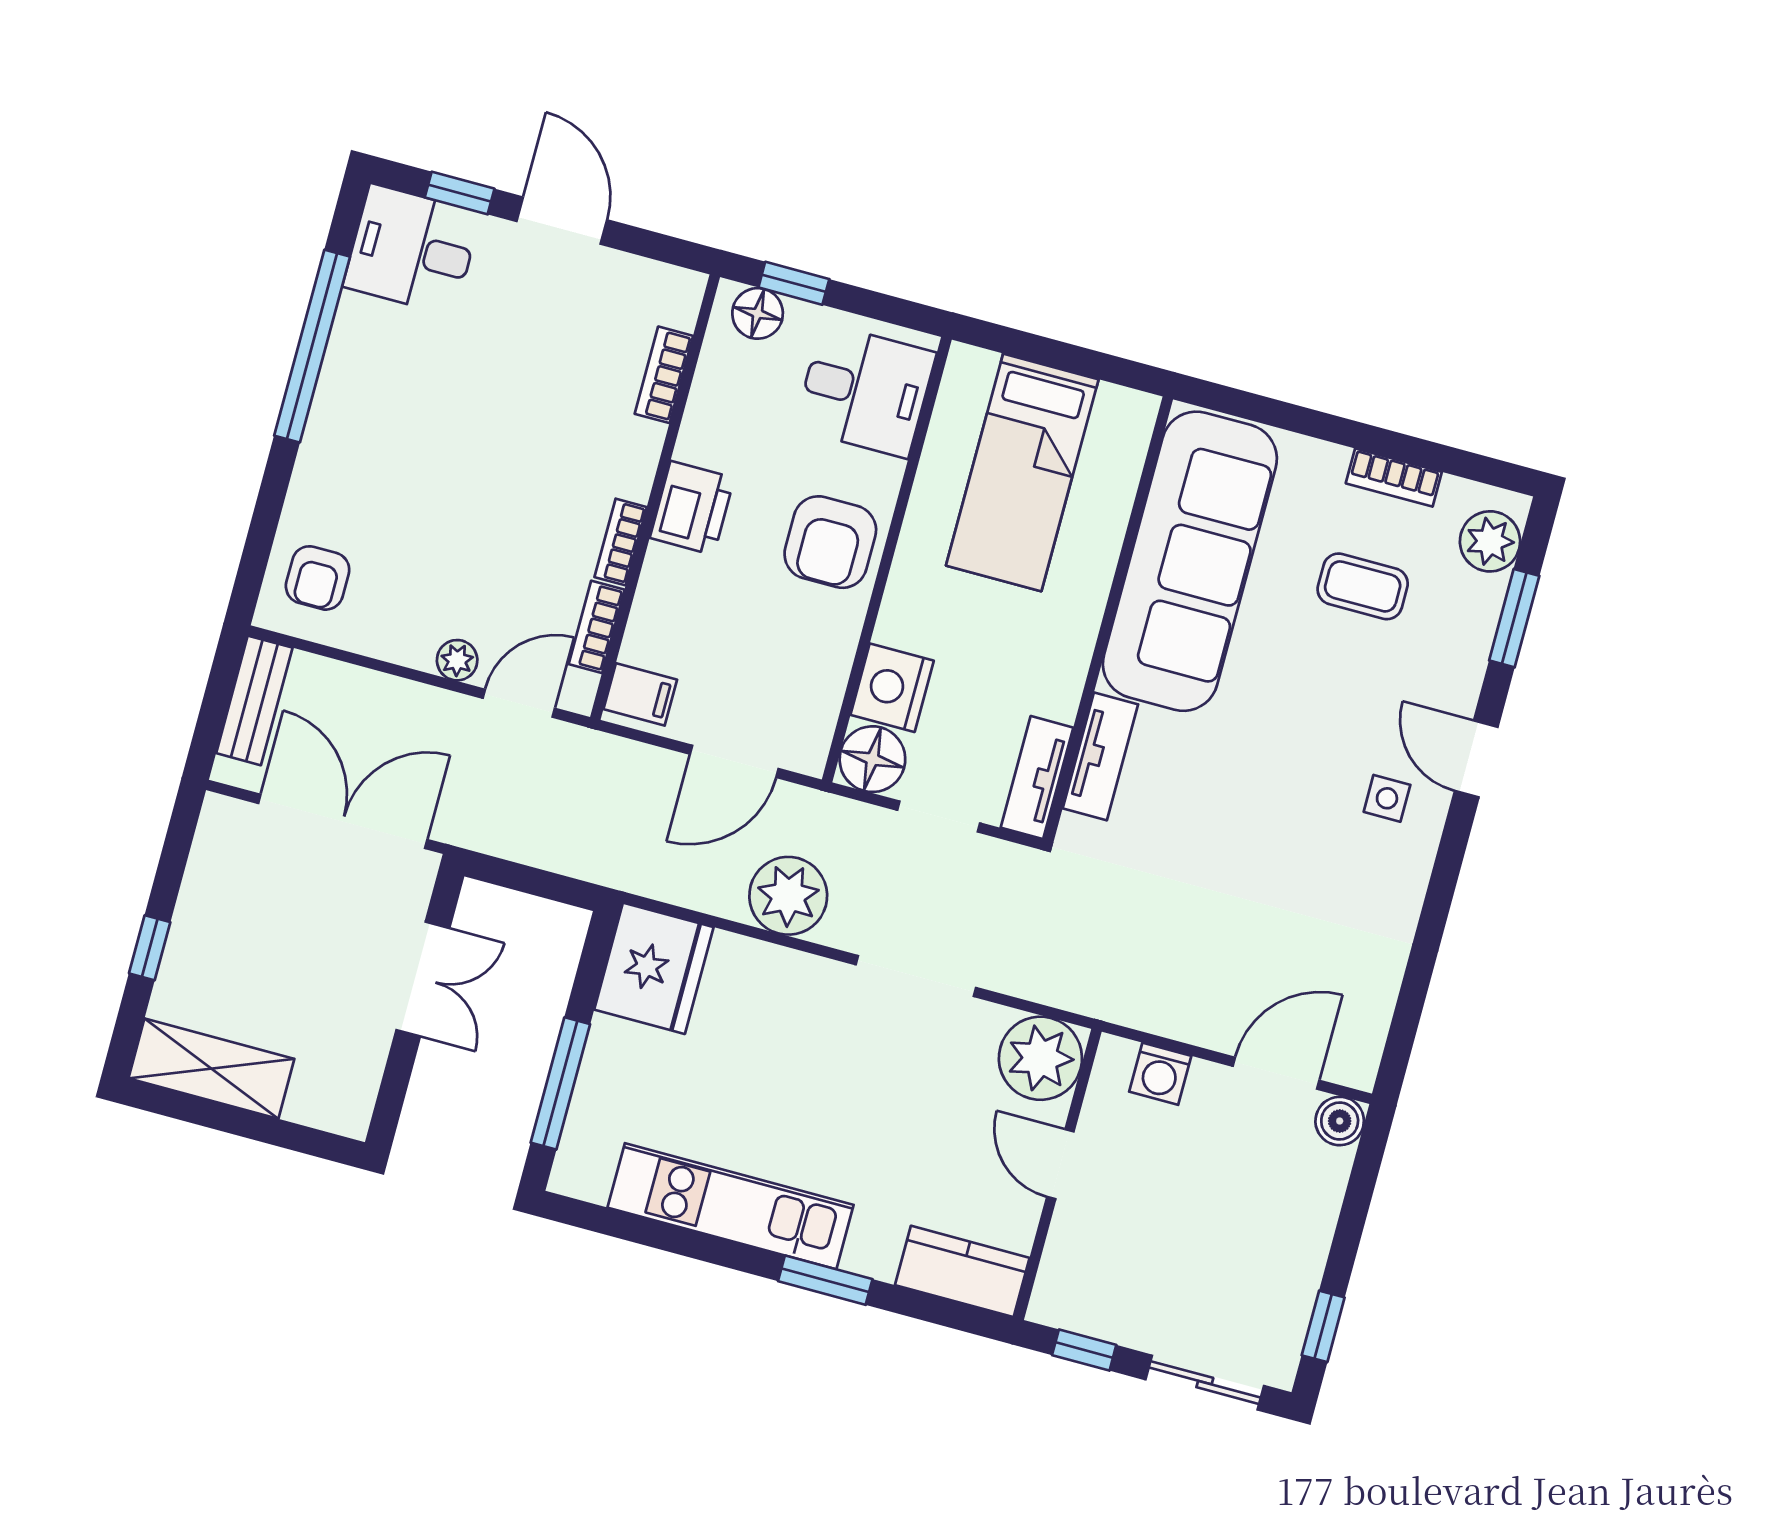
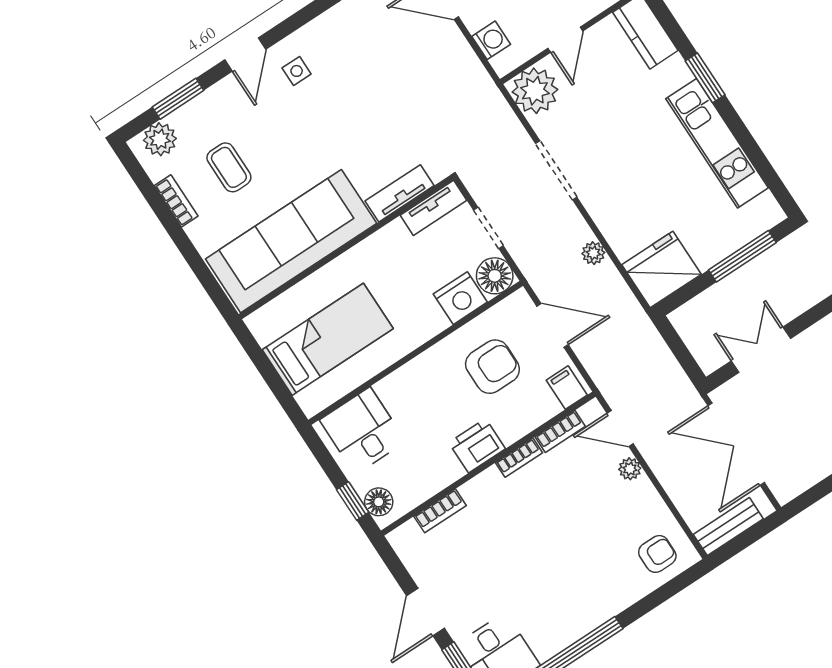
armchair: (830, 542) -> (492, 367), moved
plant: (788, 896) -> (593, 253), width x0.53, depth x0.53

